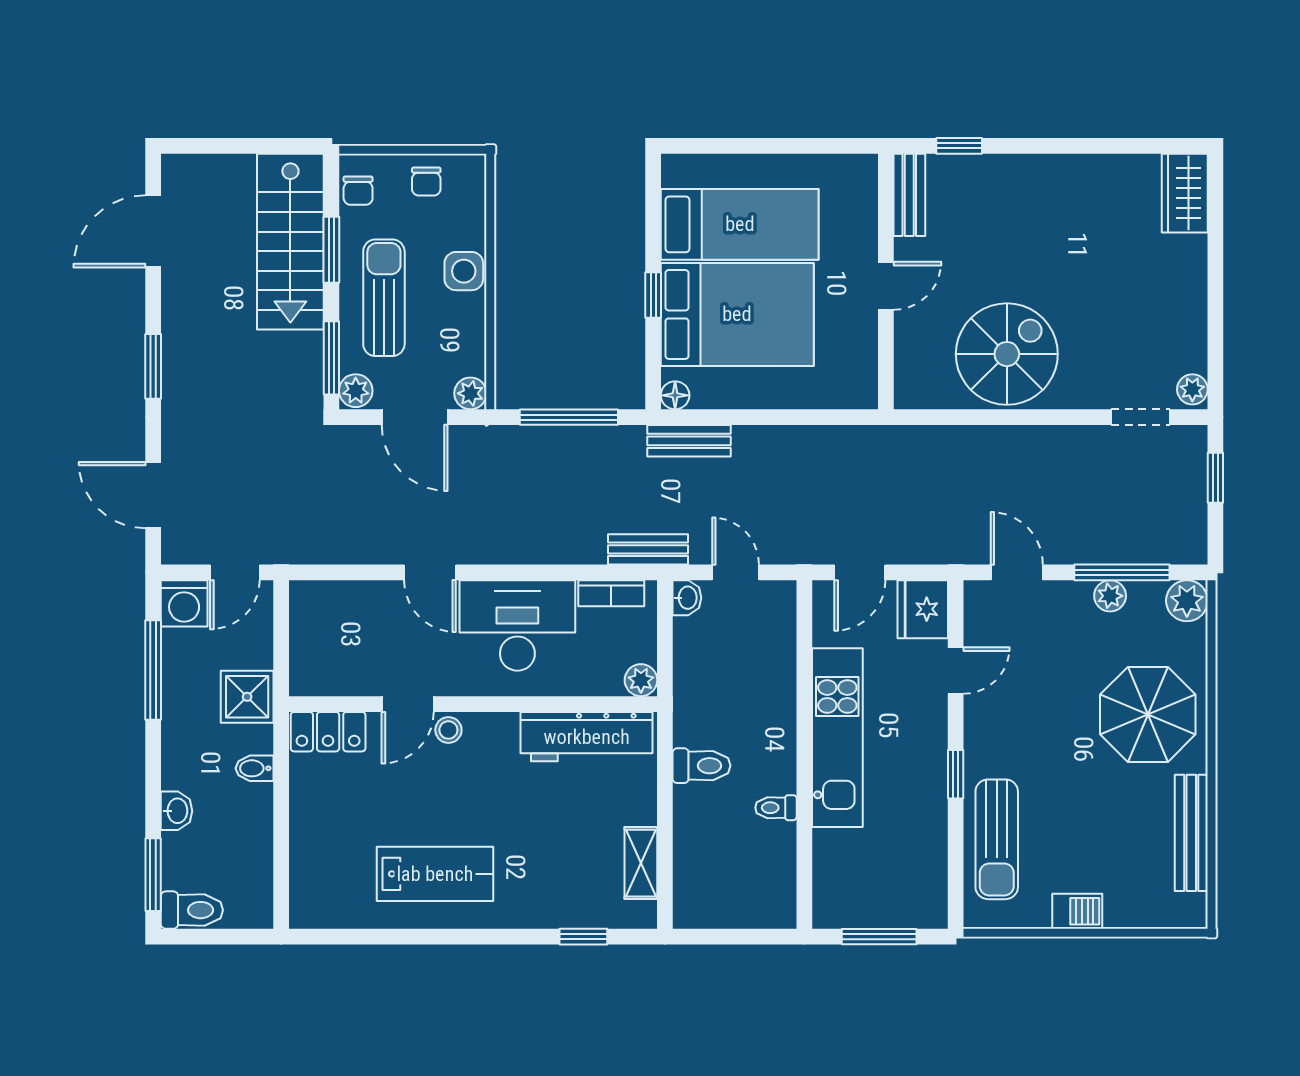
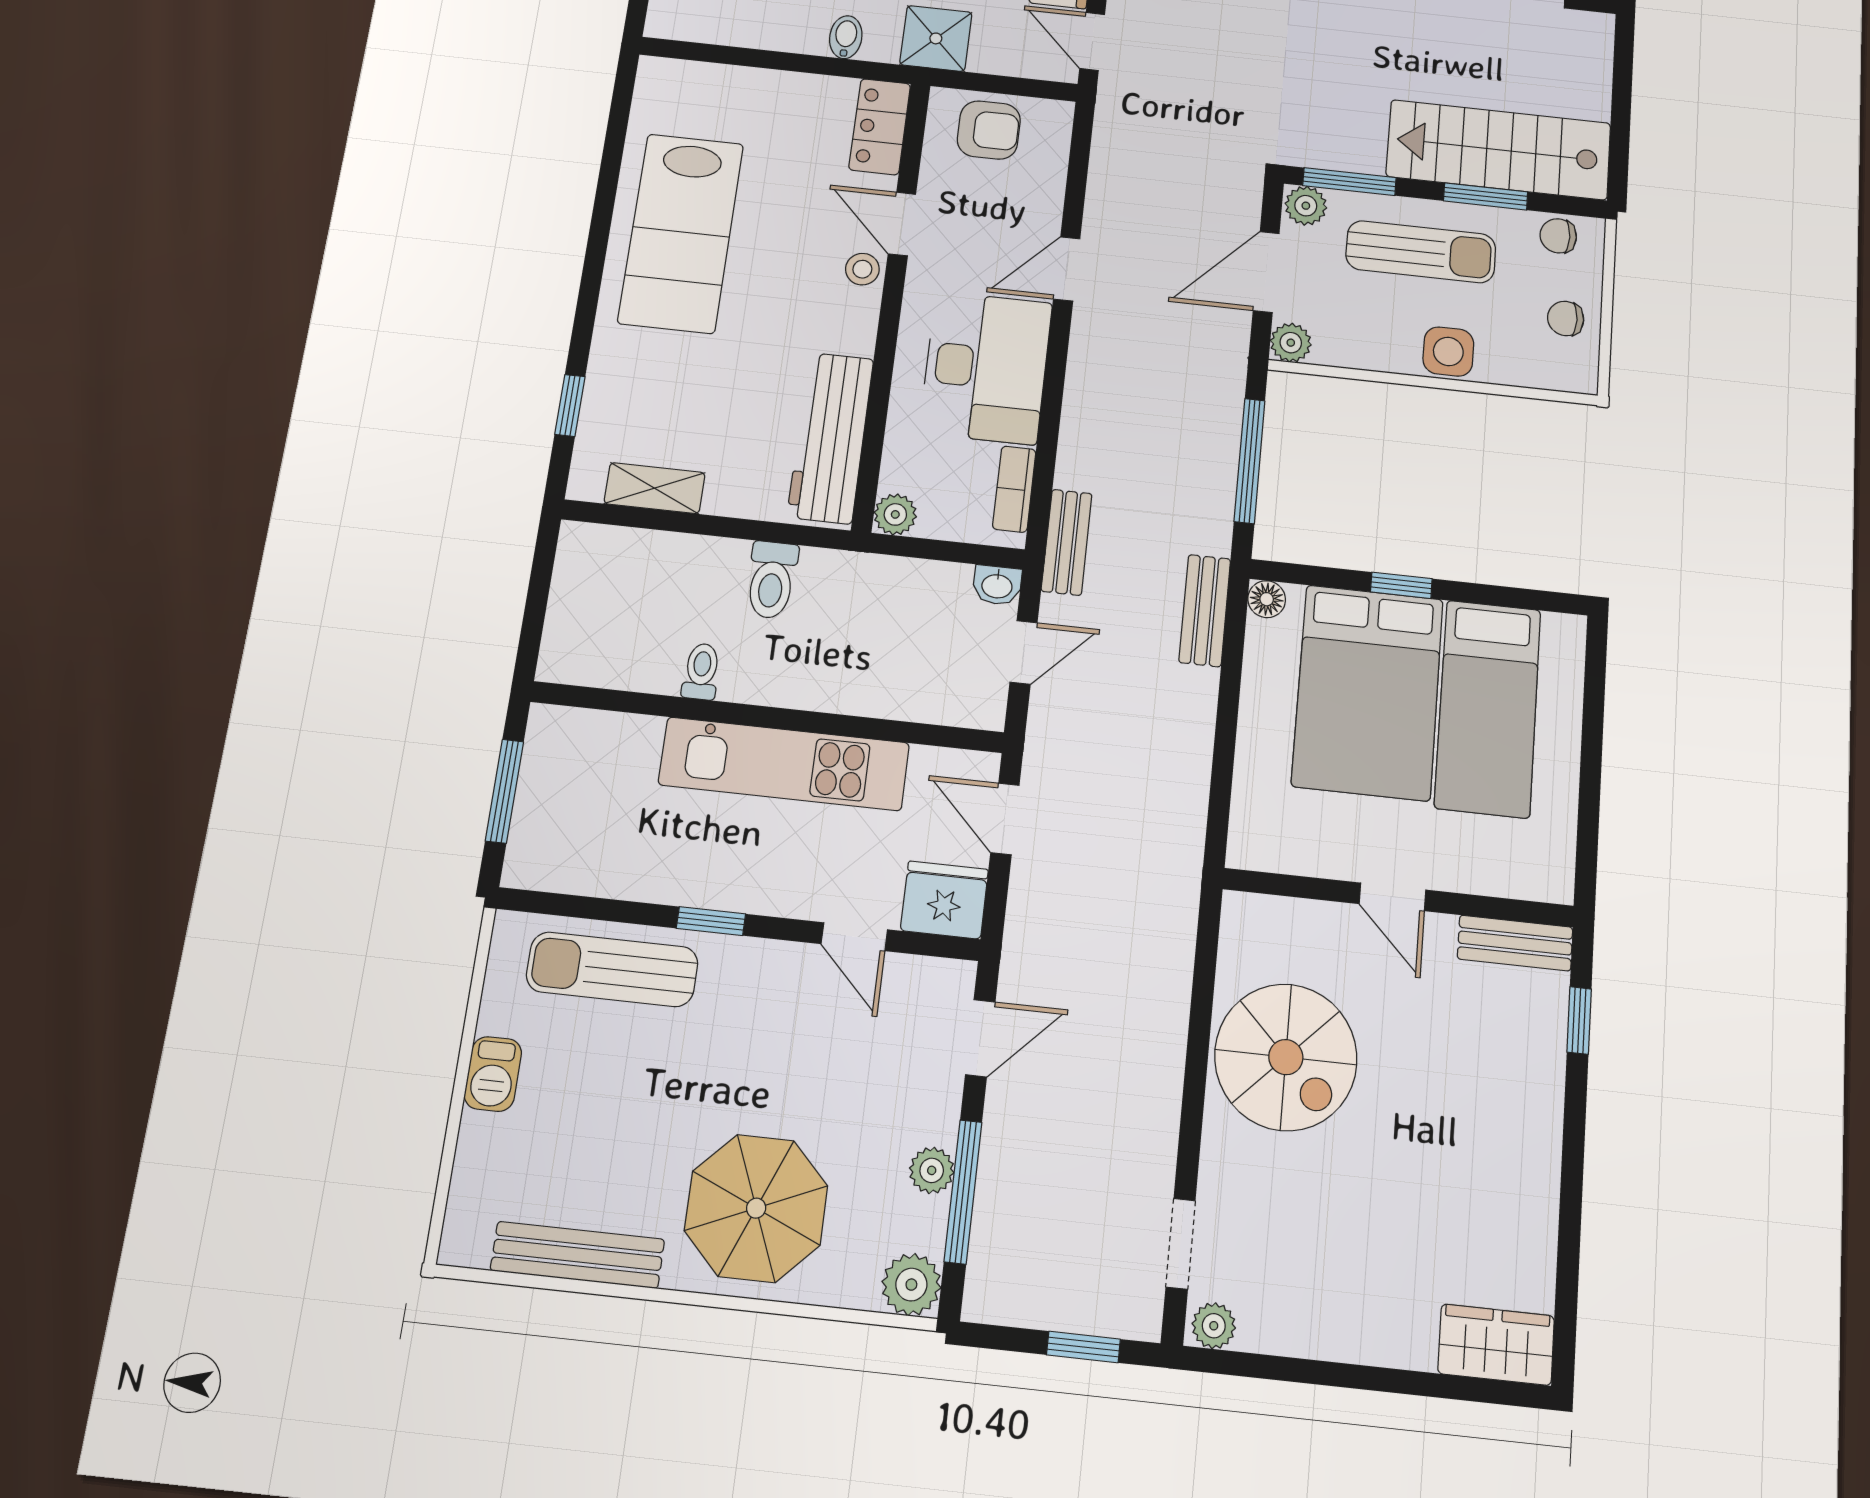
armchair: (321, 646) -> (989, 130), added
lab bench: (435, 874) -> (681, 233), width x1.36, depth x1.39

